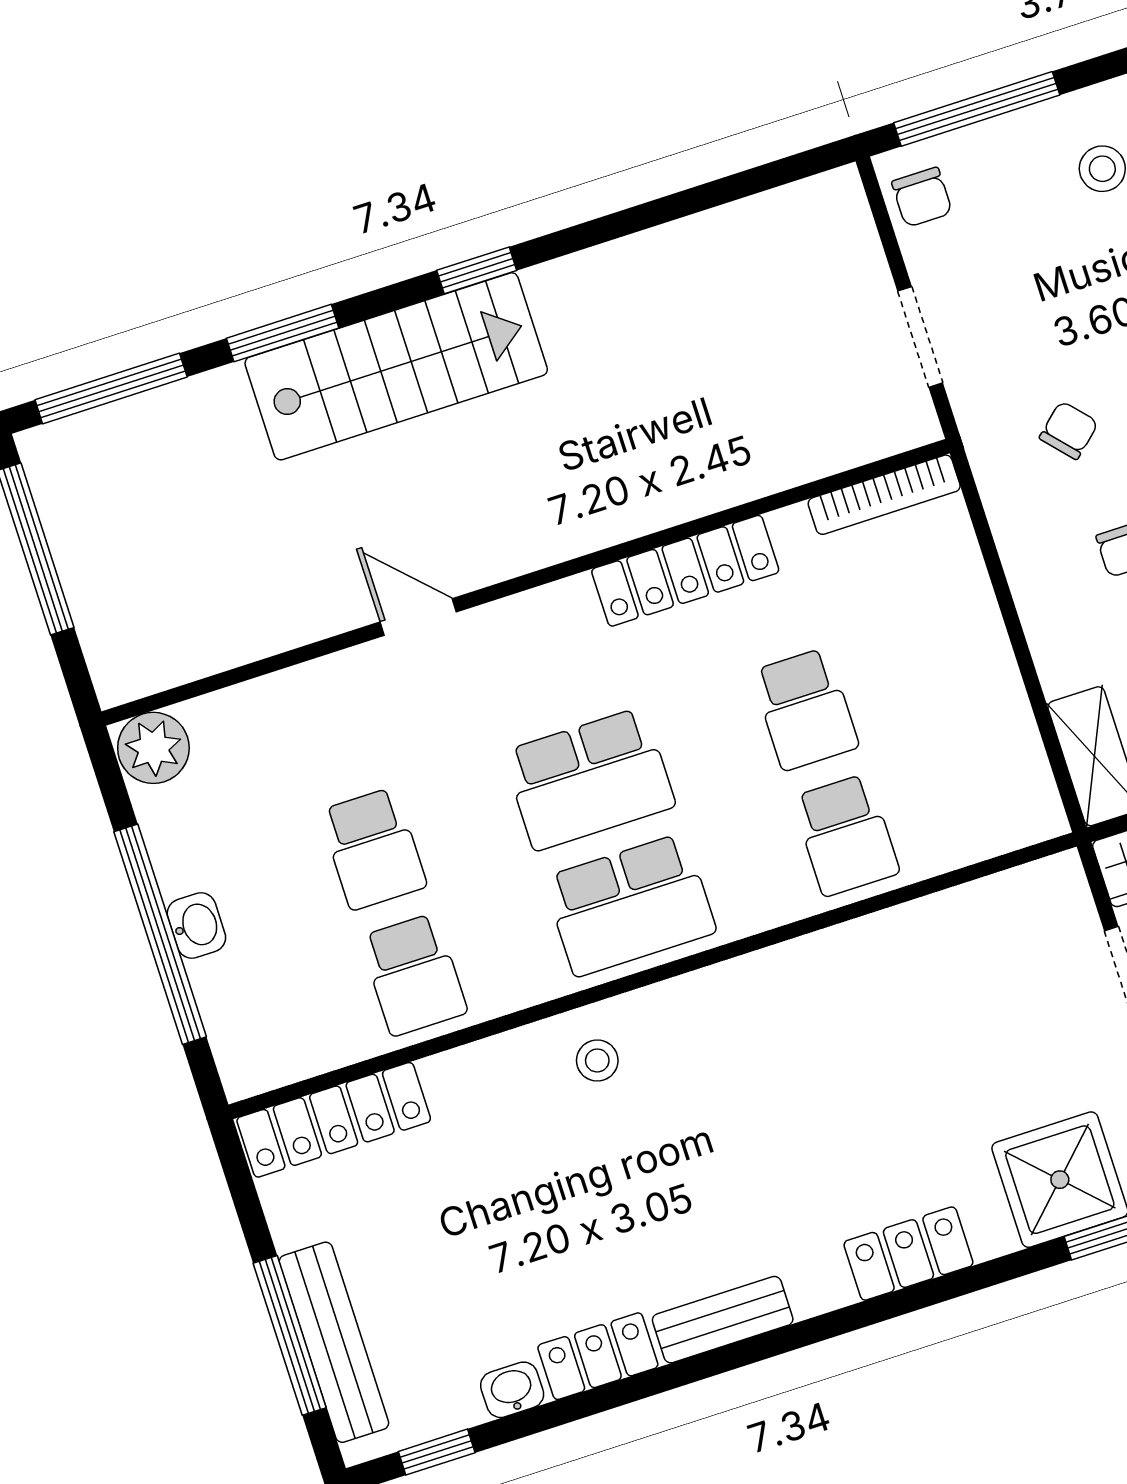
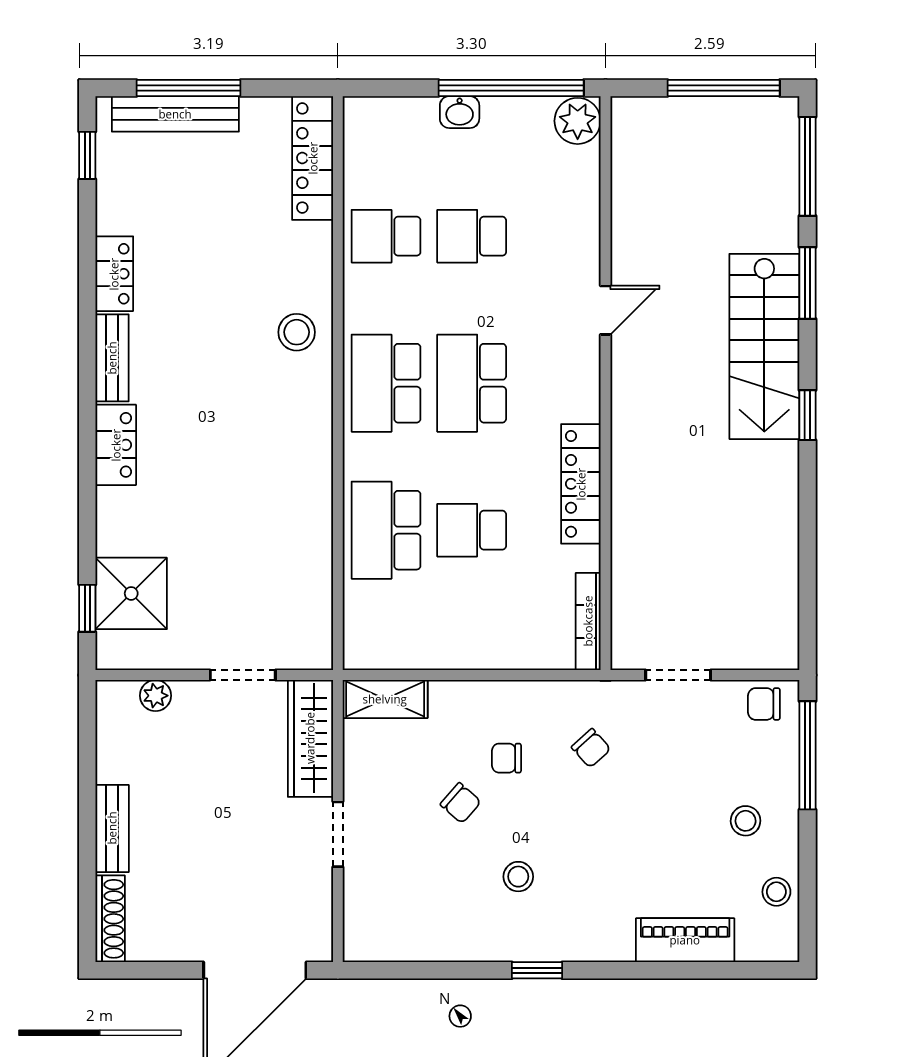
school desk: (846, 835) -> (386, 530), width x1.85
window: (160, 934) -> (511, 88), moved
stool: (597, 1060) -> (297, 332), width x1.37, depth x1.37
locker: (908, 1254) -> (116, 445), moved
washbasin: (512, 1390) -> (111, 214), removed

